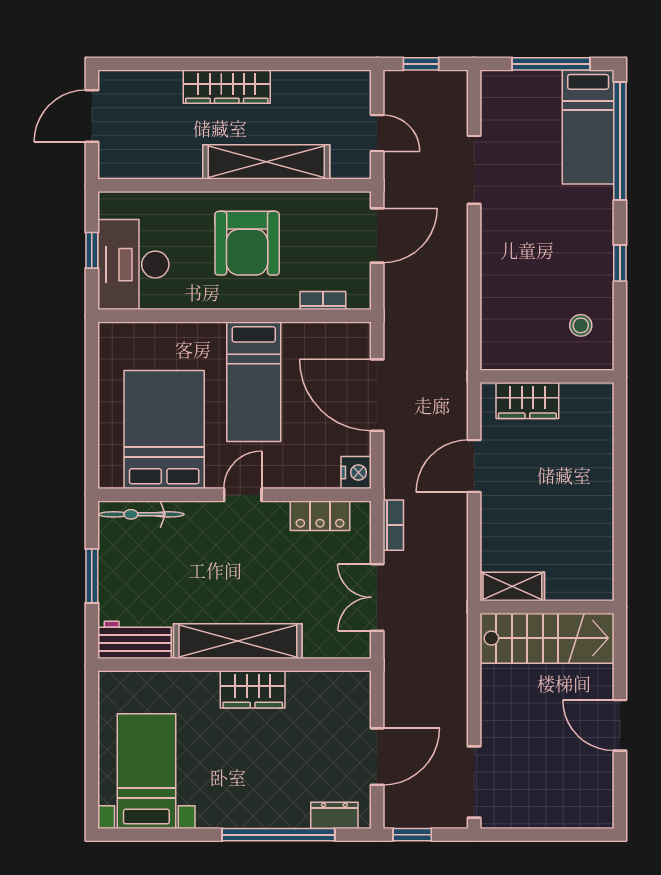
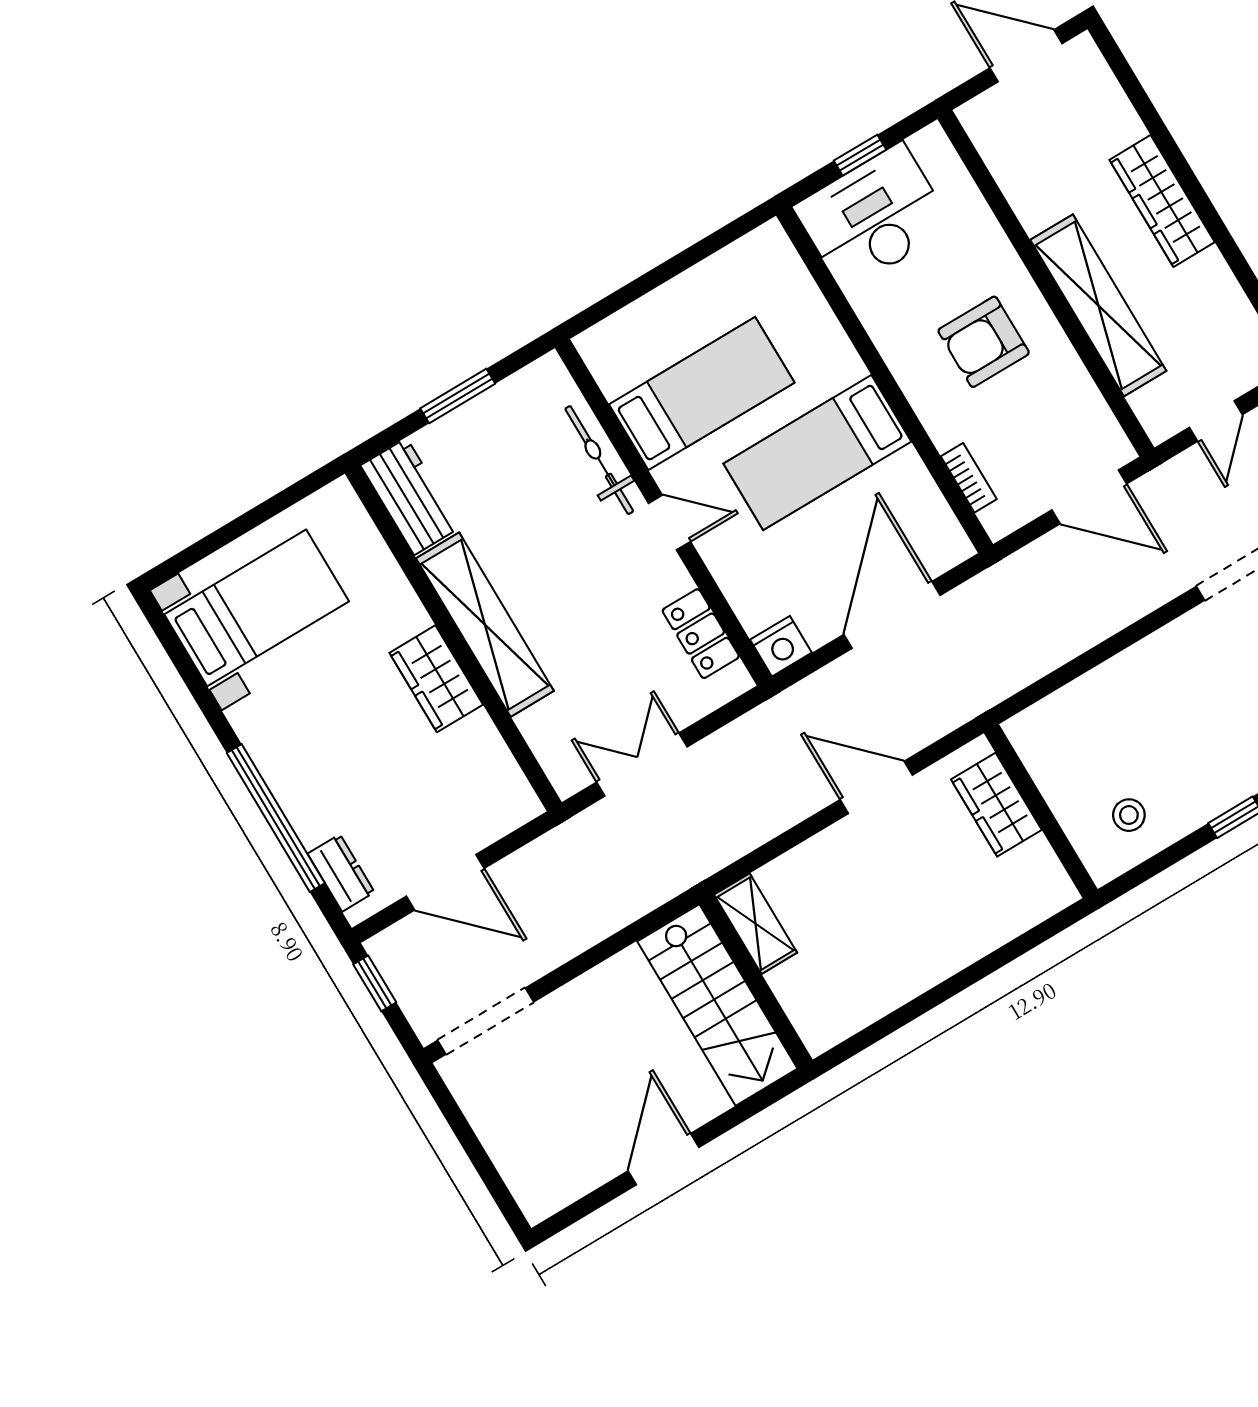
armchair: (247, 243) -> (984, 342), width x0.73, depth x0.73
bed: (164, 430) -> (702, 394), width x0.67
bicycle: (141, 514) -> (599, 460), moved
bookcase: (393, 525) -> (743, 731), removed

